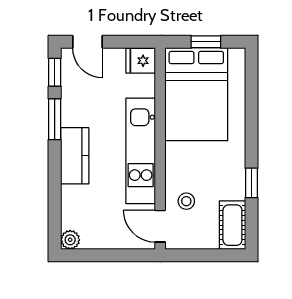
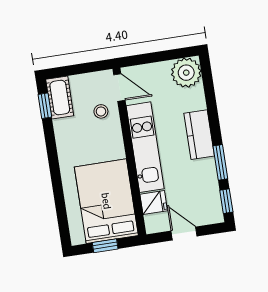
door: (87, 42) -> (184, 234), moved
fridge: (141, 61) -> (154, 203), moved
window: (252, 183) -> (45, 106), moved
plant: (70, 240) -> (186, 73), width x1.88, depth x1.88

